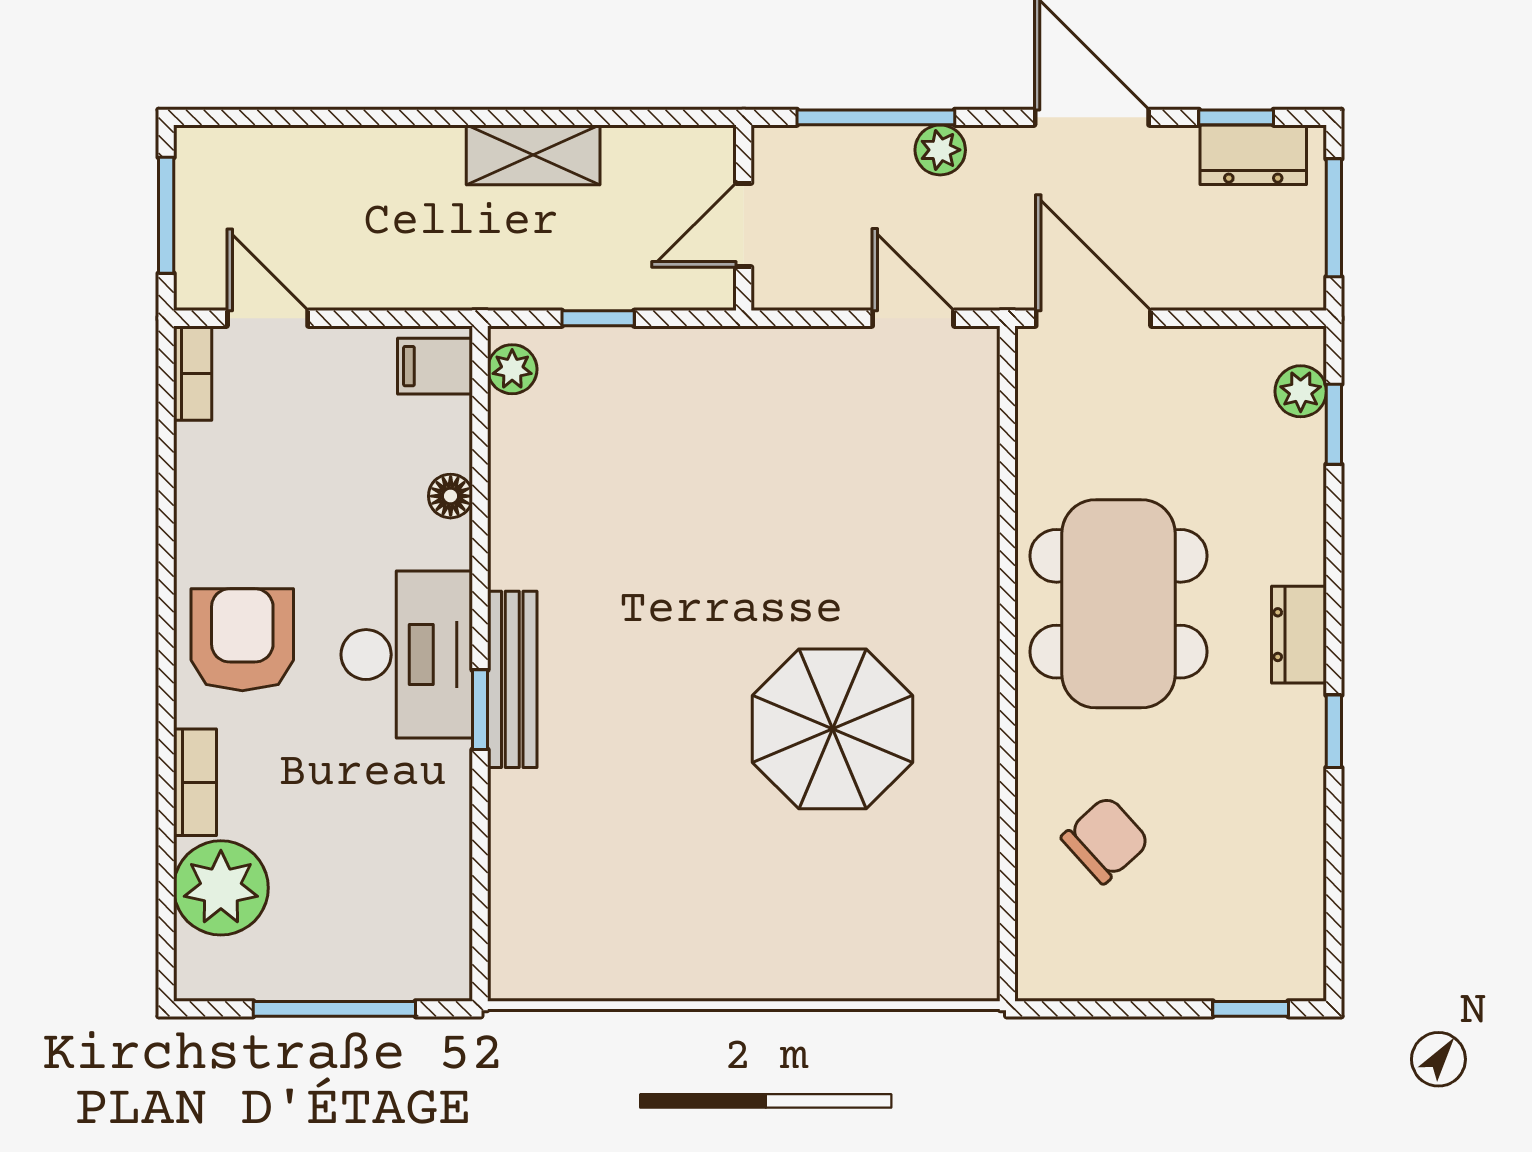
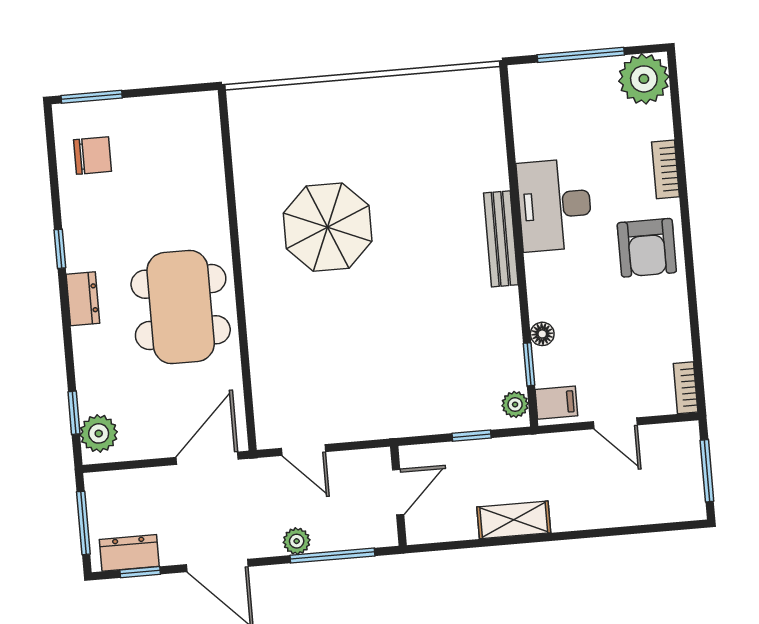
door: (268, 318) -> (615, 423), moved
door: (1093, 318) -> (207, 458), swing flipped
plant: (1301, 391) -> (99, 433), width x1.38, depth x1.38
desk: (407, 655) -> (555, 205), moved
window: (480, 710) -> (529, 364), moved
chair: (1105, 840) -> (93, 156), moved, turned -138
plant: (221, 888) -> (644, 79), moved
window: (1251, 1009) -> (92, 97), width x1.50

